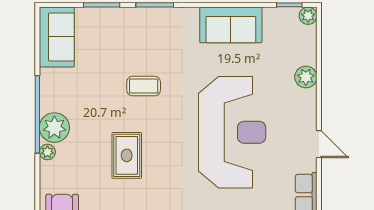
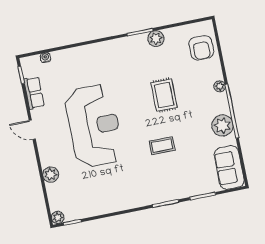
sofa: (231, 25) -> (110, 200), removed
plant: (54, 128) -> (222, 125), moved
reception desk: (232, 132) -> (94, 126), turned 180

